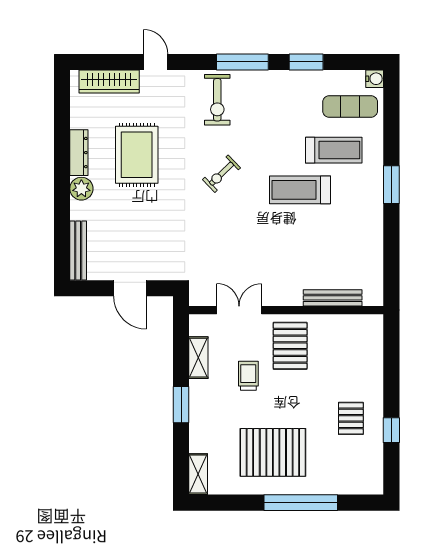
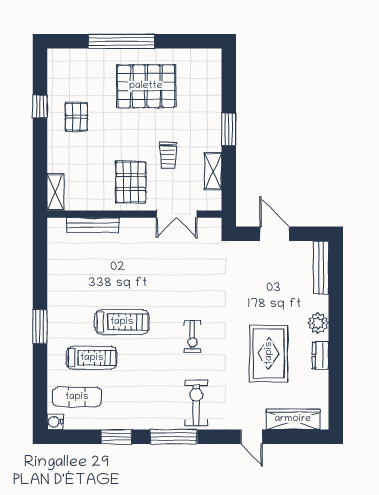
treadmill: (334, 150) -> (92, 358), turned 180
dresser: (79, 153) -> (320, 355), width x0.70
exercise bike: (221, 174) -> (192, 336), turned 134
shelving: (198, 474) -> (55, 192), moved

